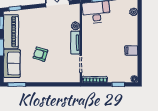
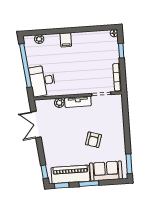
filing cabinet: (131, 50) -> (66, 40), moved

